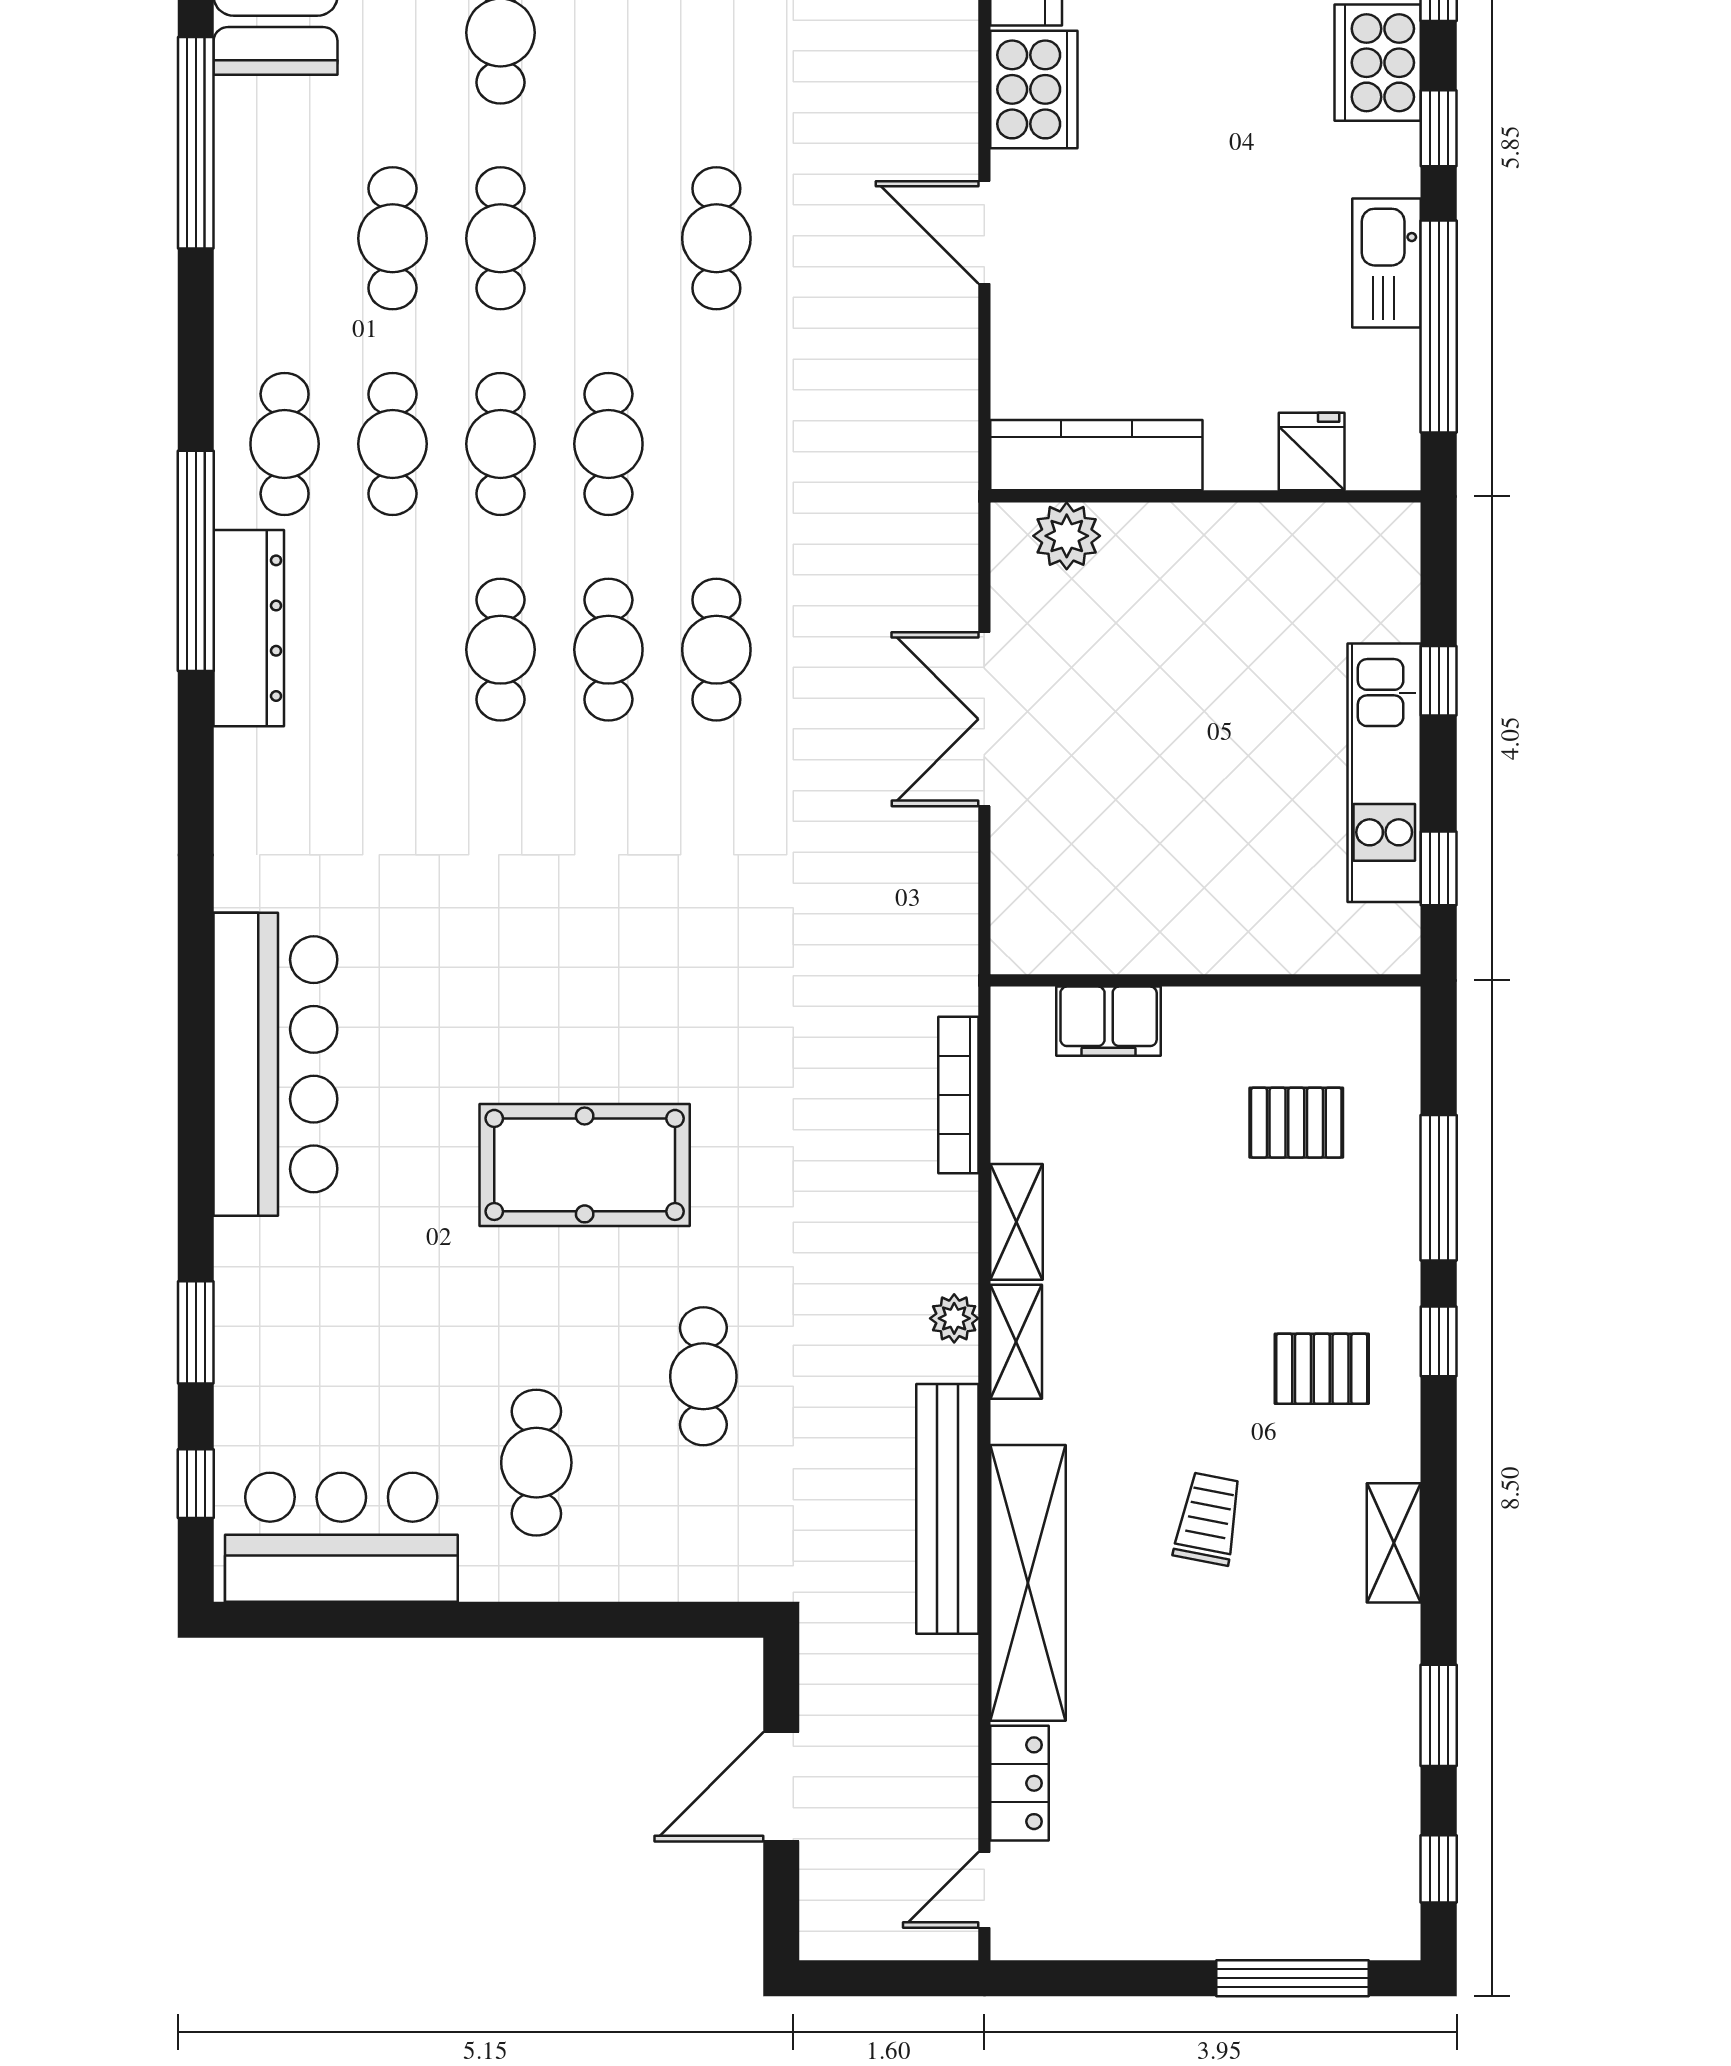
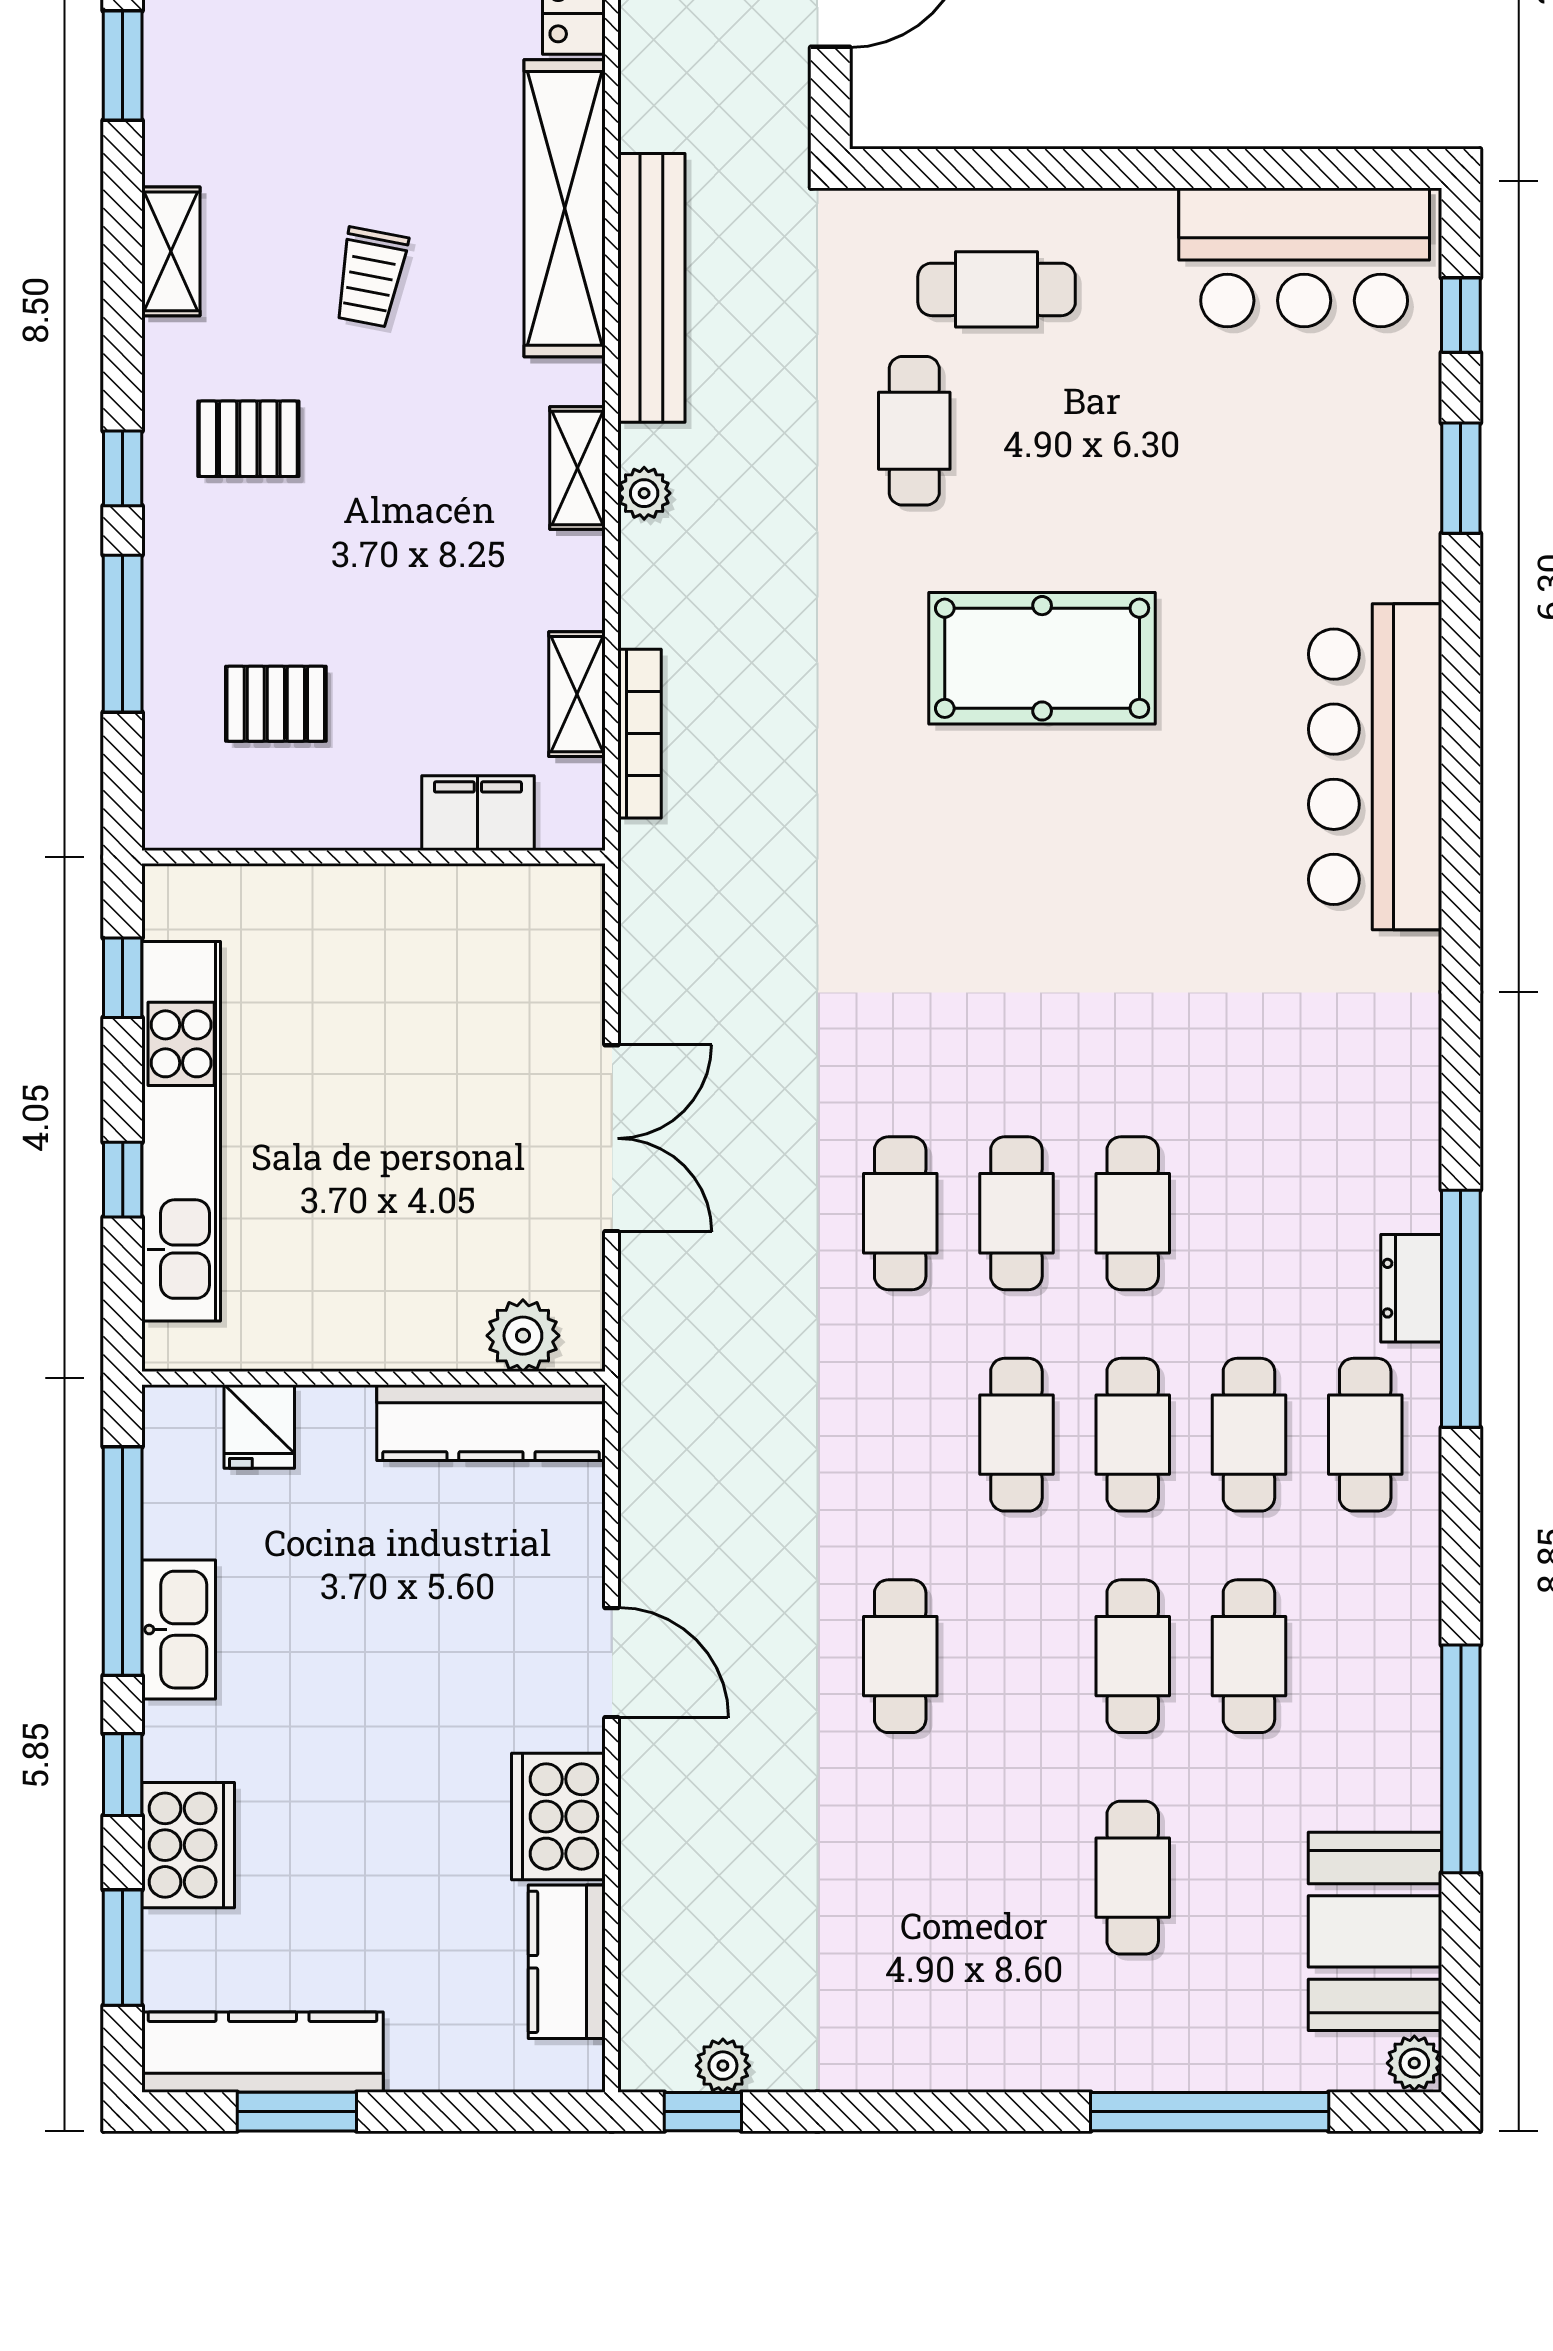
dresser: (249, 628) -> (1411, 1288), width x0.51, depth x0.80
kitchen unit: (1384, 773) -> (181, 1131), width x1.36
shelving: (1017, 1222) -> (577, 694), moved
cafe table: (536, 1463) -> (997, 289), moved, turned 90

